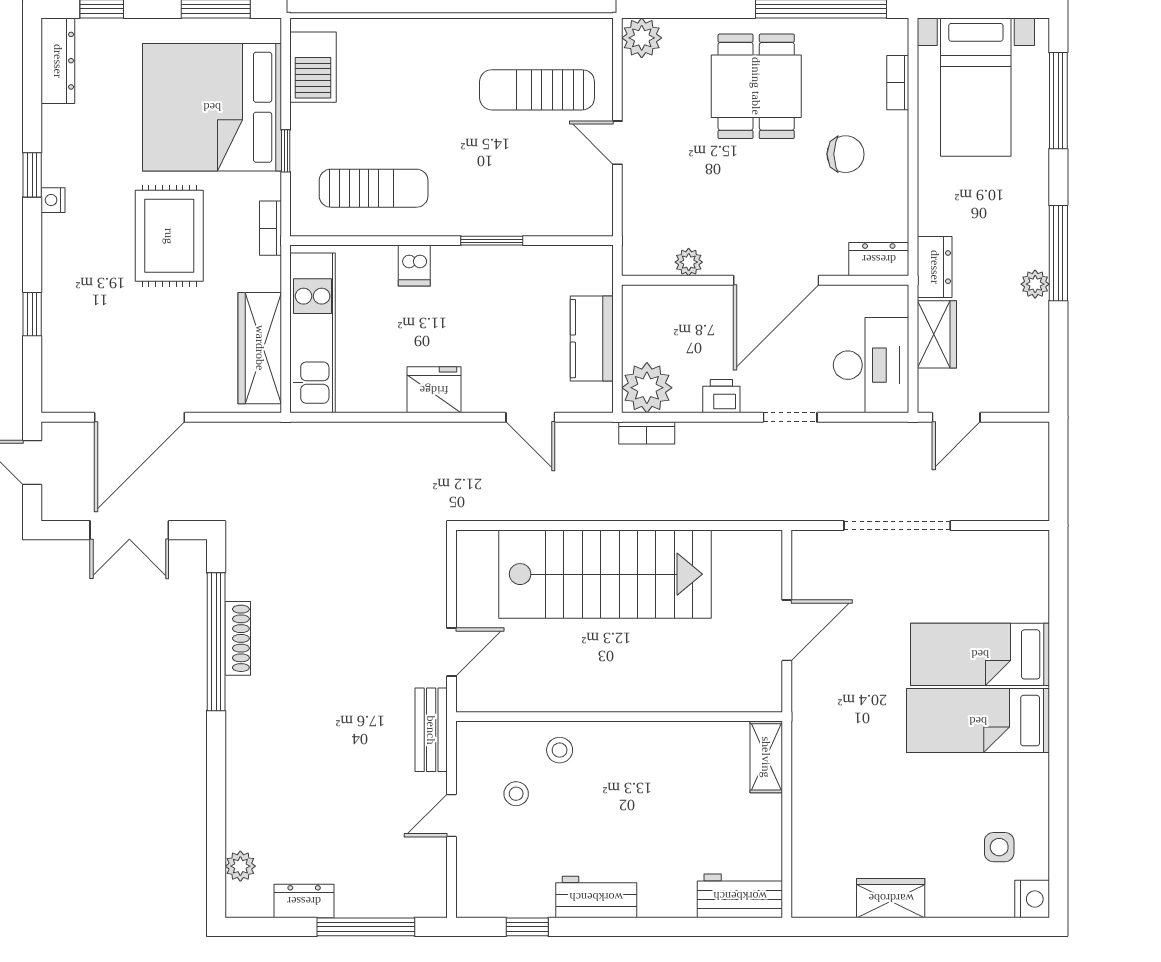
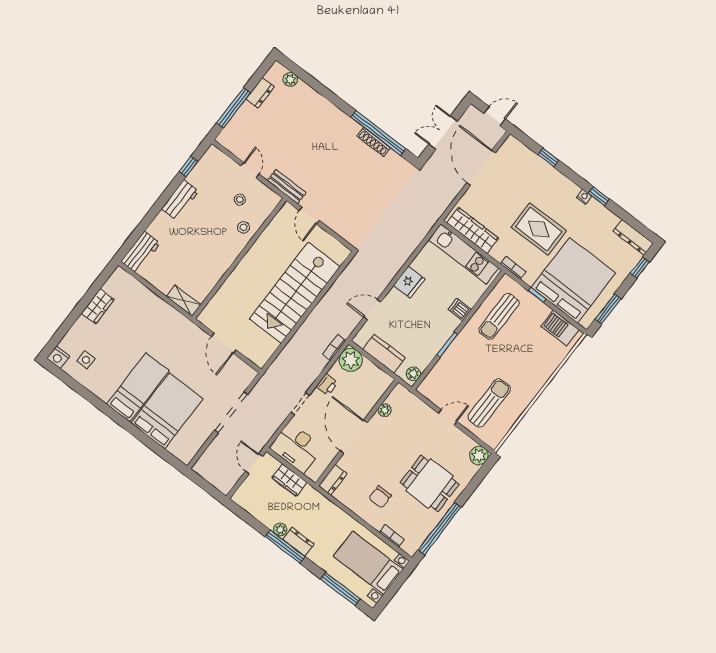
plant: (587, 260) -> (413, 374), added
dresser: (935, 267) -> (298, 542), moved, turned 180
bed: (980, 654) -> (167, 411), width x1.50

